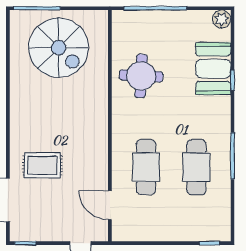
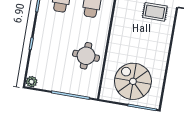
booth: (213, 69) -> (42, 53), removed

